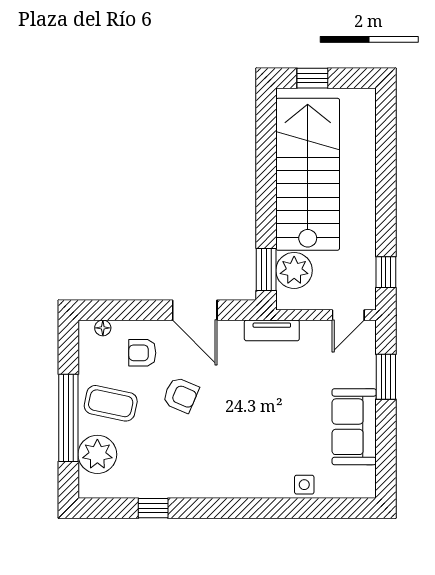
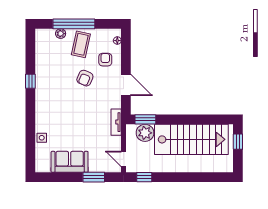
door: (195, 310) -> (126, 85), swing flipped
plant: (97, 454) -> (61, 34), width x0.53, depth x0.53
window: (153, 508) -> (30, 81), moved

